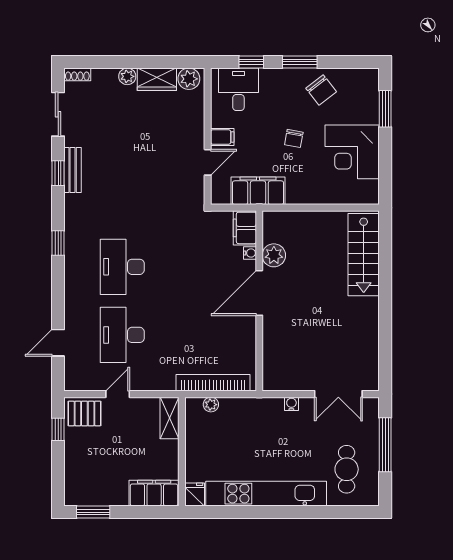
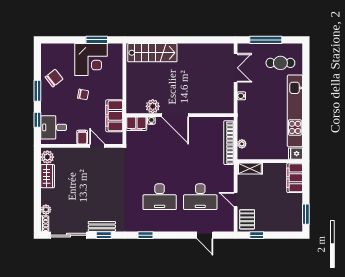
plant: (127, 76) -> (46, 210), moved
window: (385, 109) -> (97, 40), moved
sliding door: (58, 114) -> (69, 235), width x1.37

